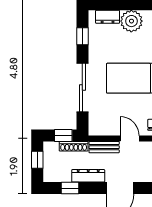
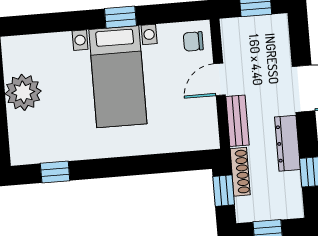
dresser: (108, 17) -> (19, 133), removed
sliding door: (82, 88) -> (141, 165), removed

